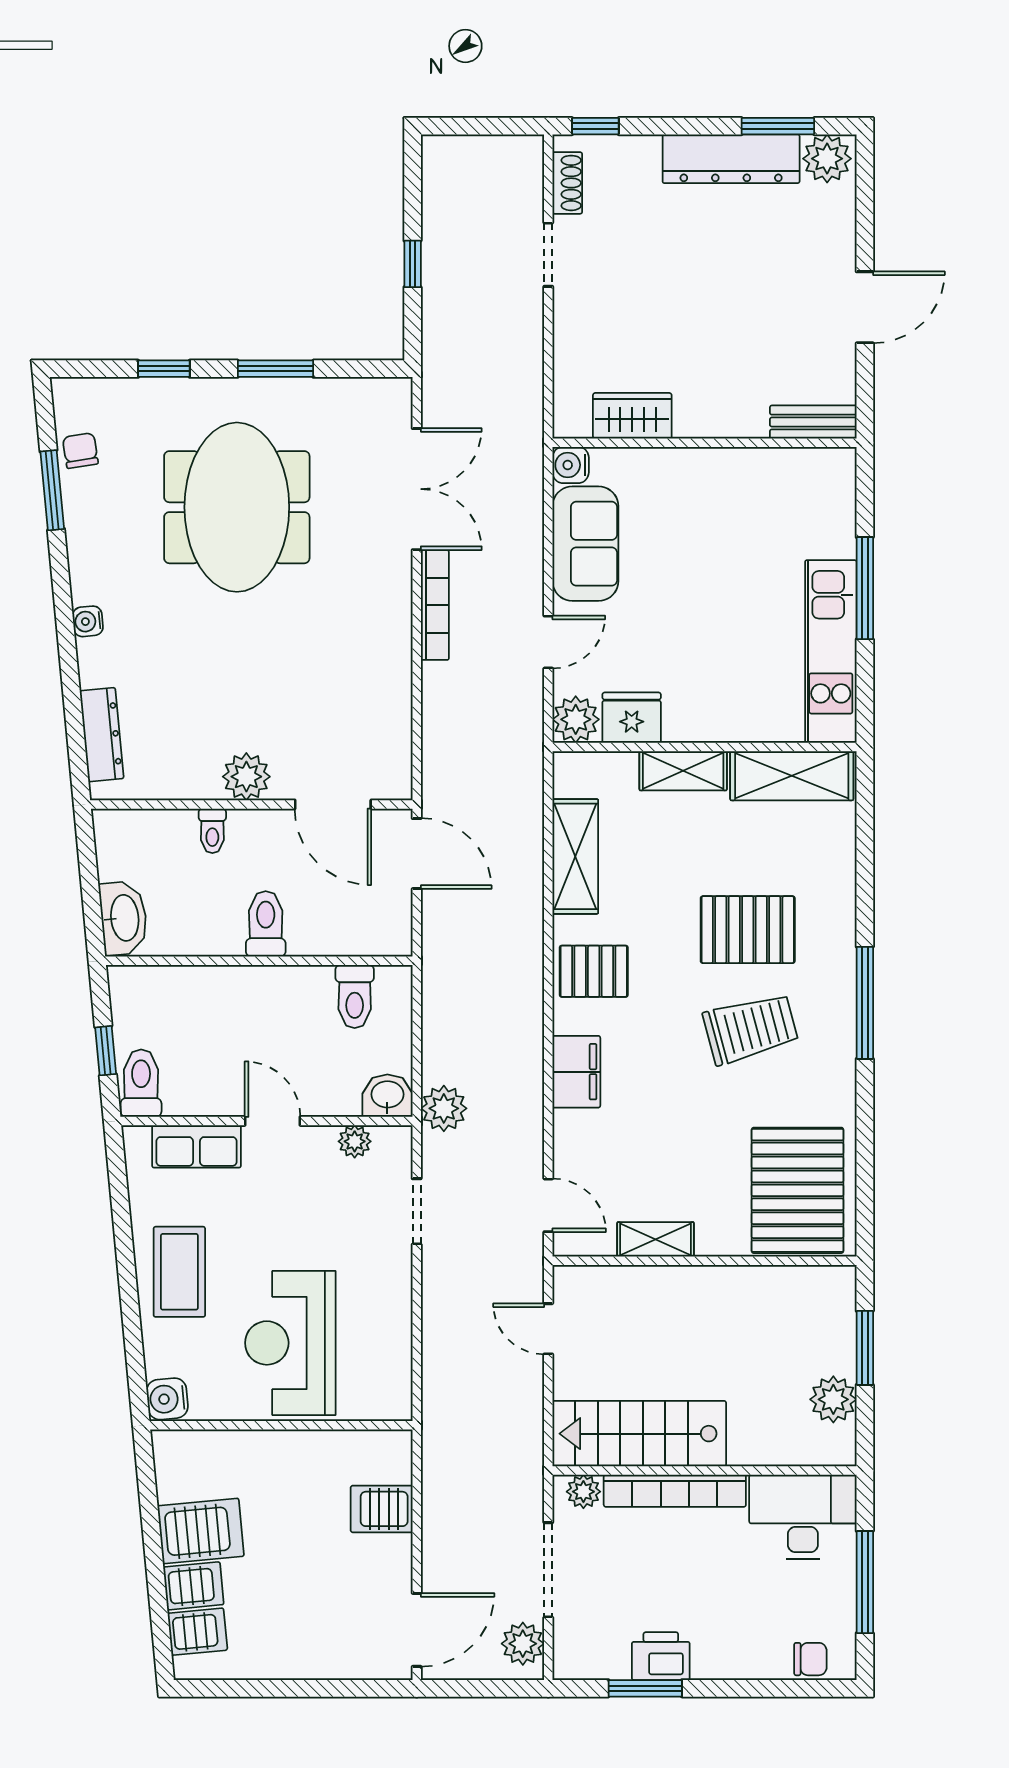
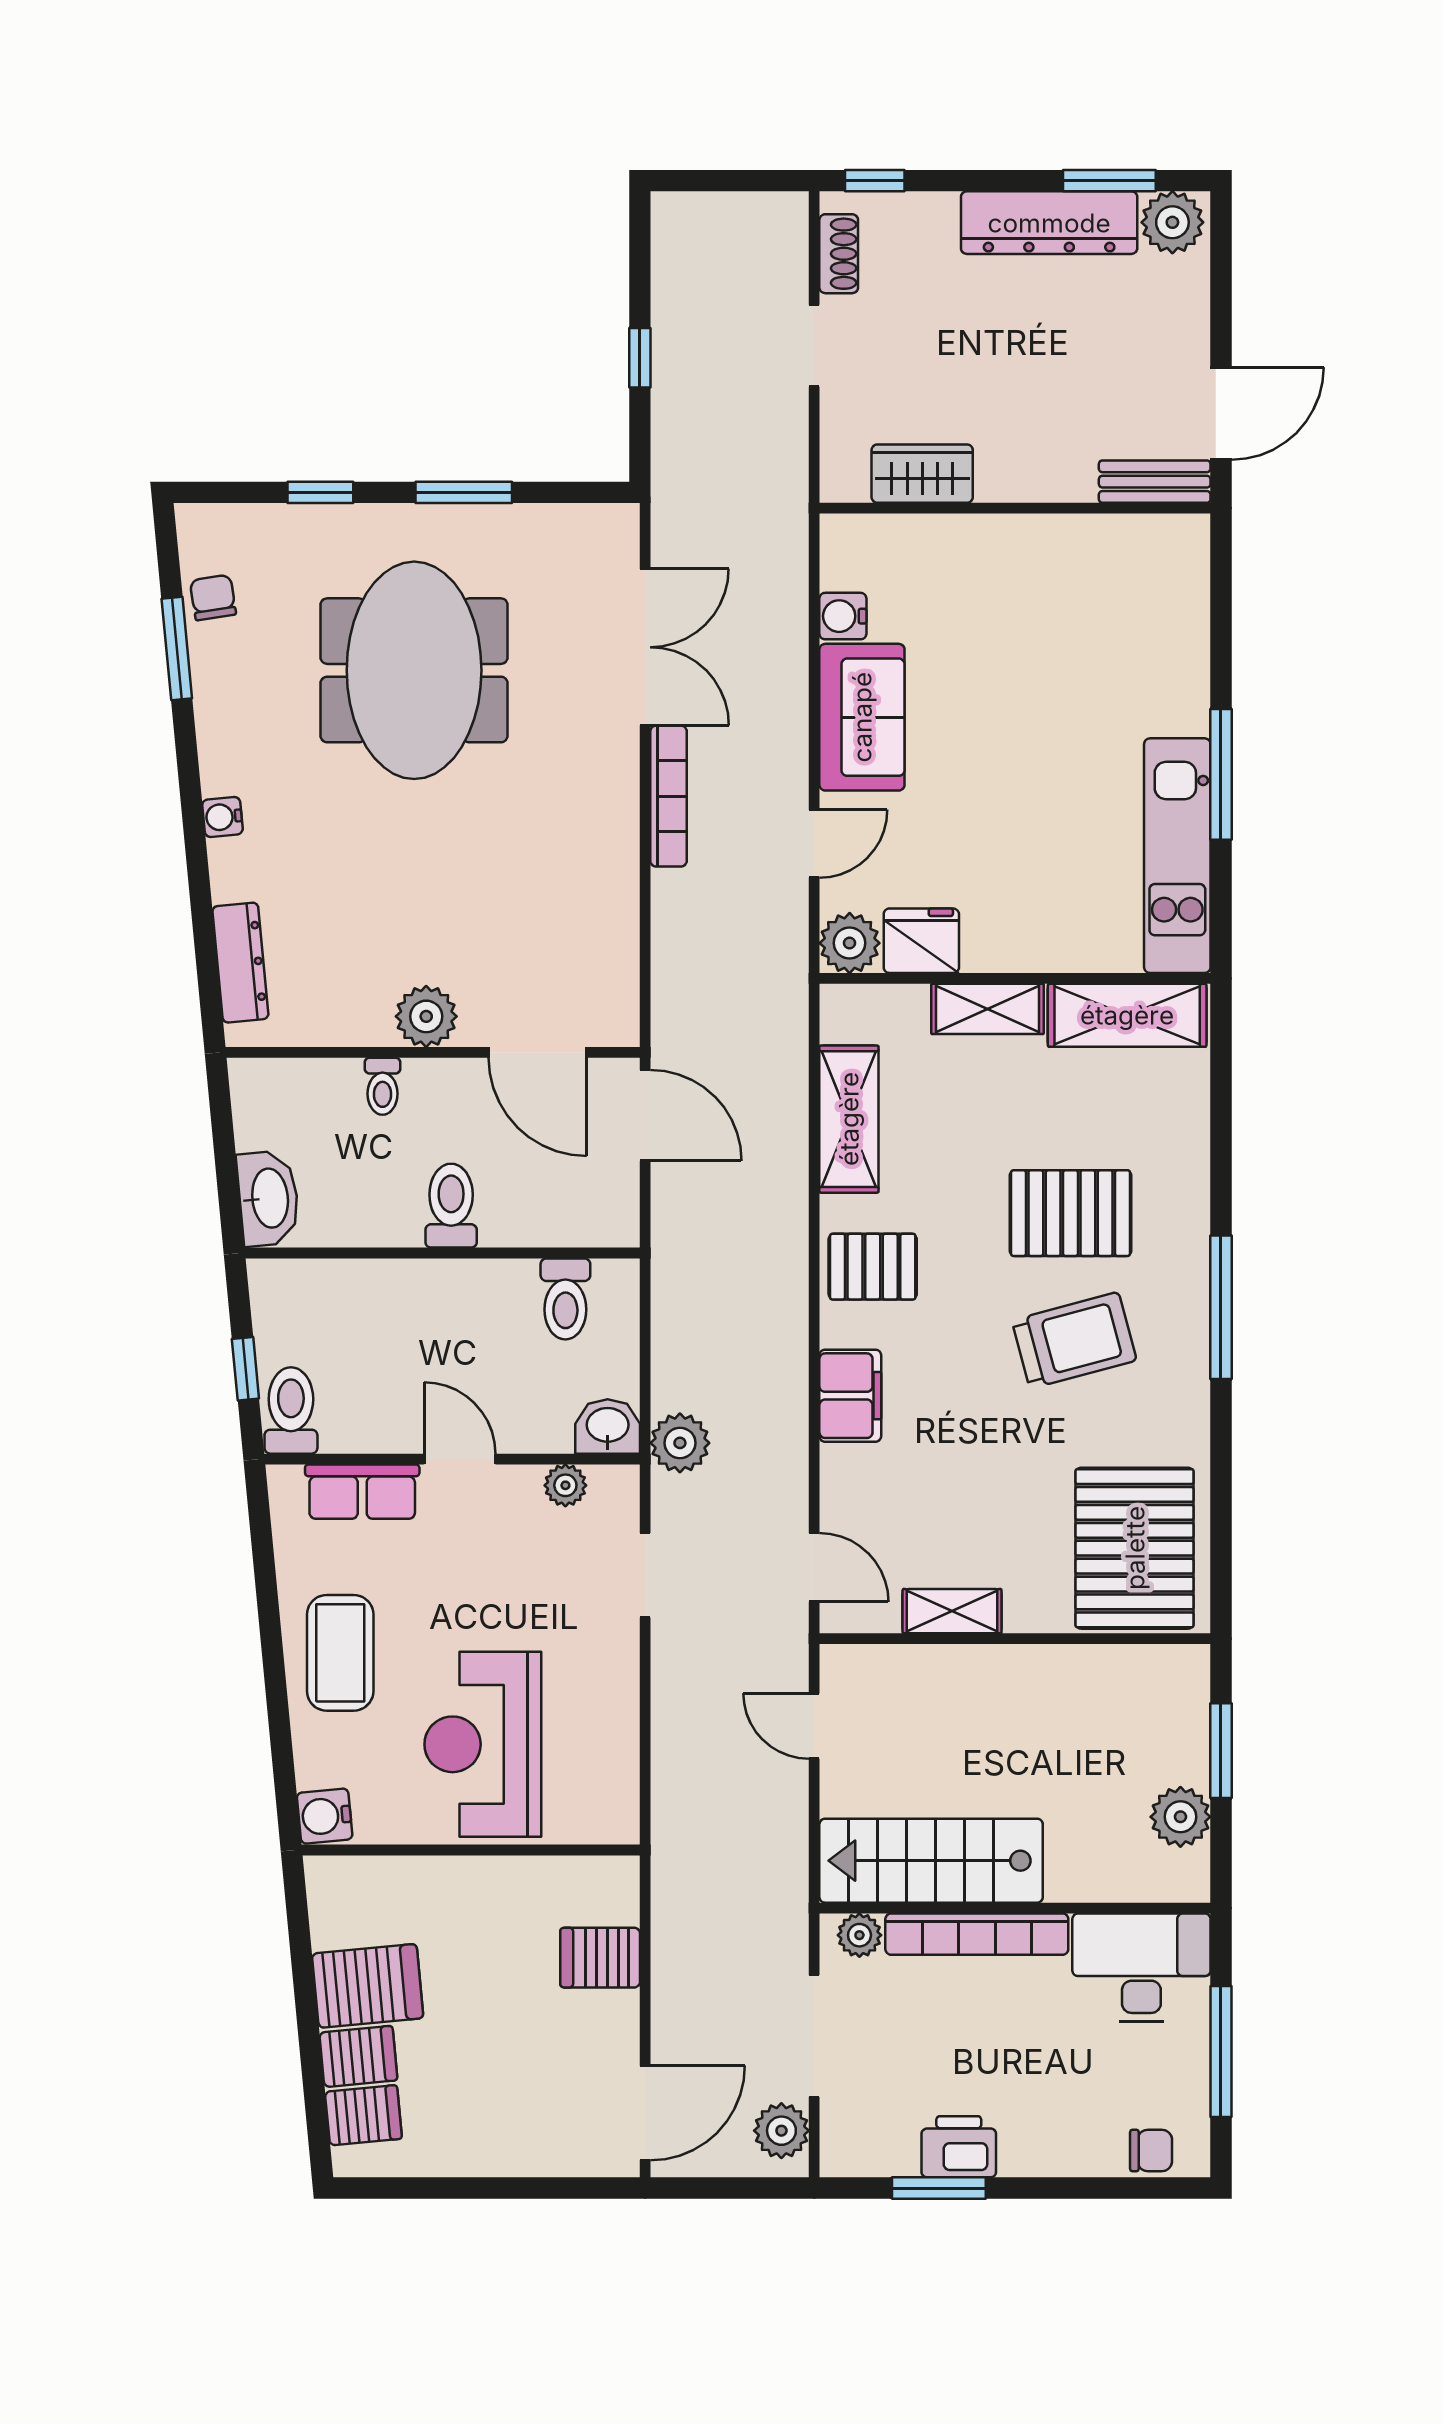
wardrobe: (632, 416) -> (922, 474), moved
bench: (813, 422) -> (1155, 482), moved
wall: (704, 443) -> (1015, 508), moved

